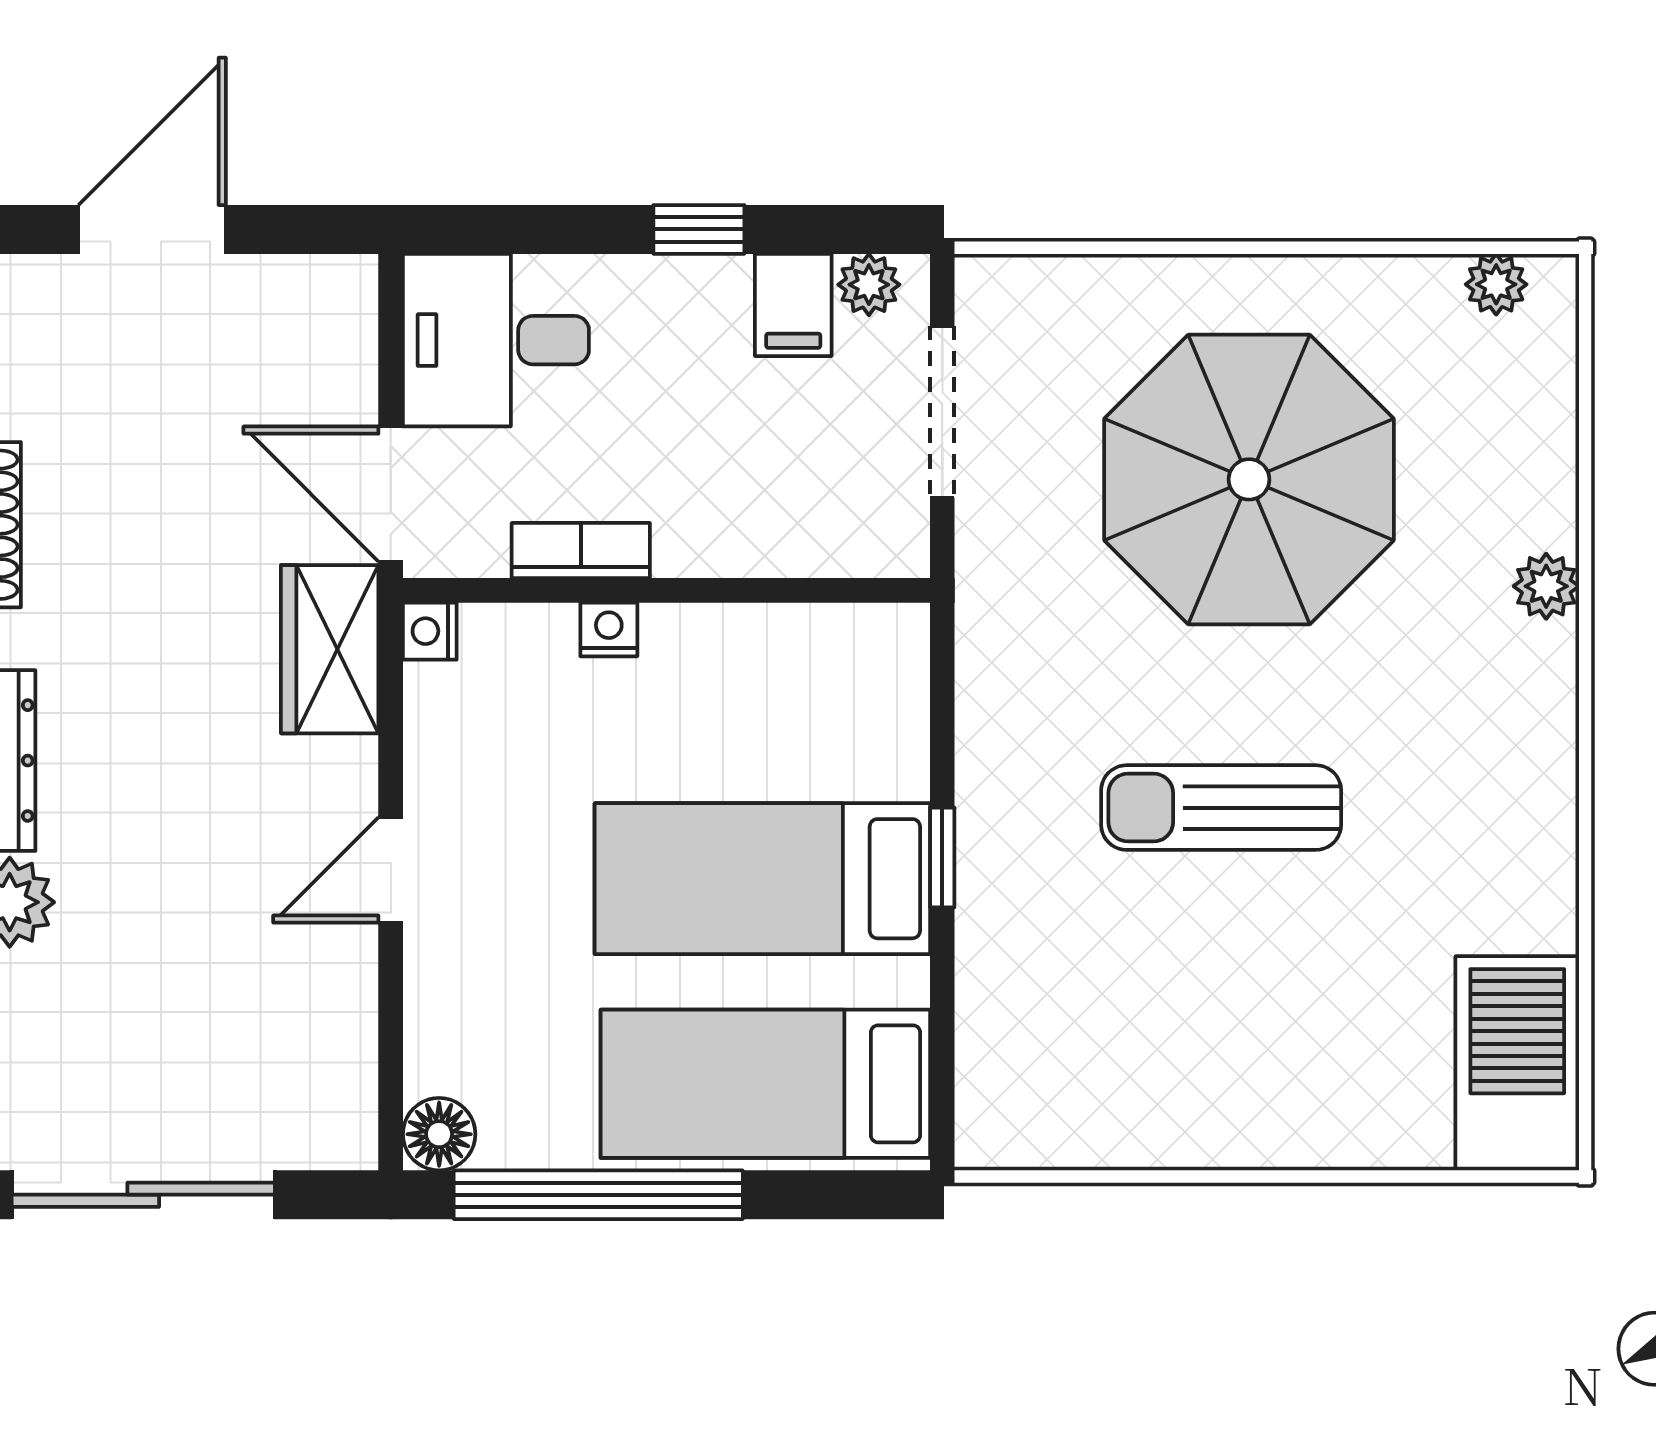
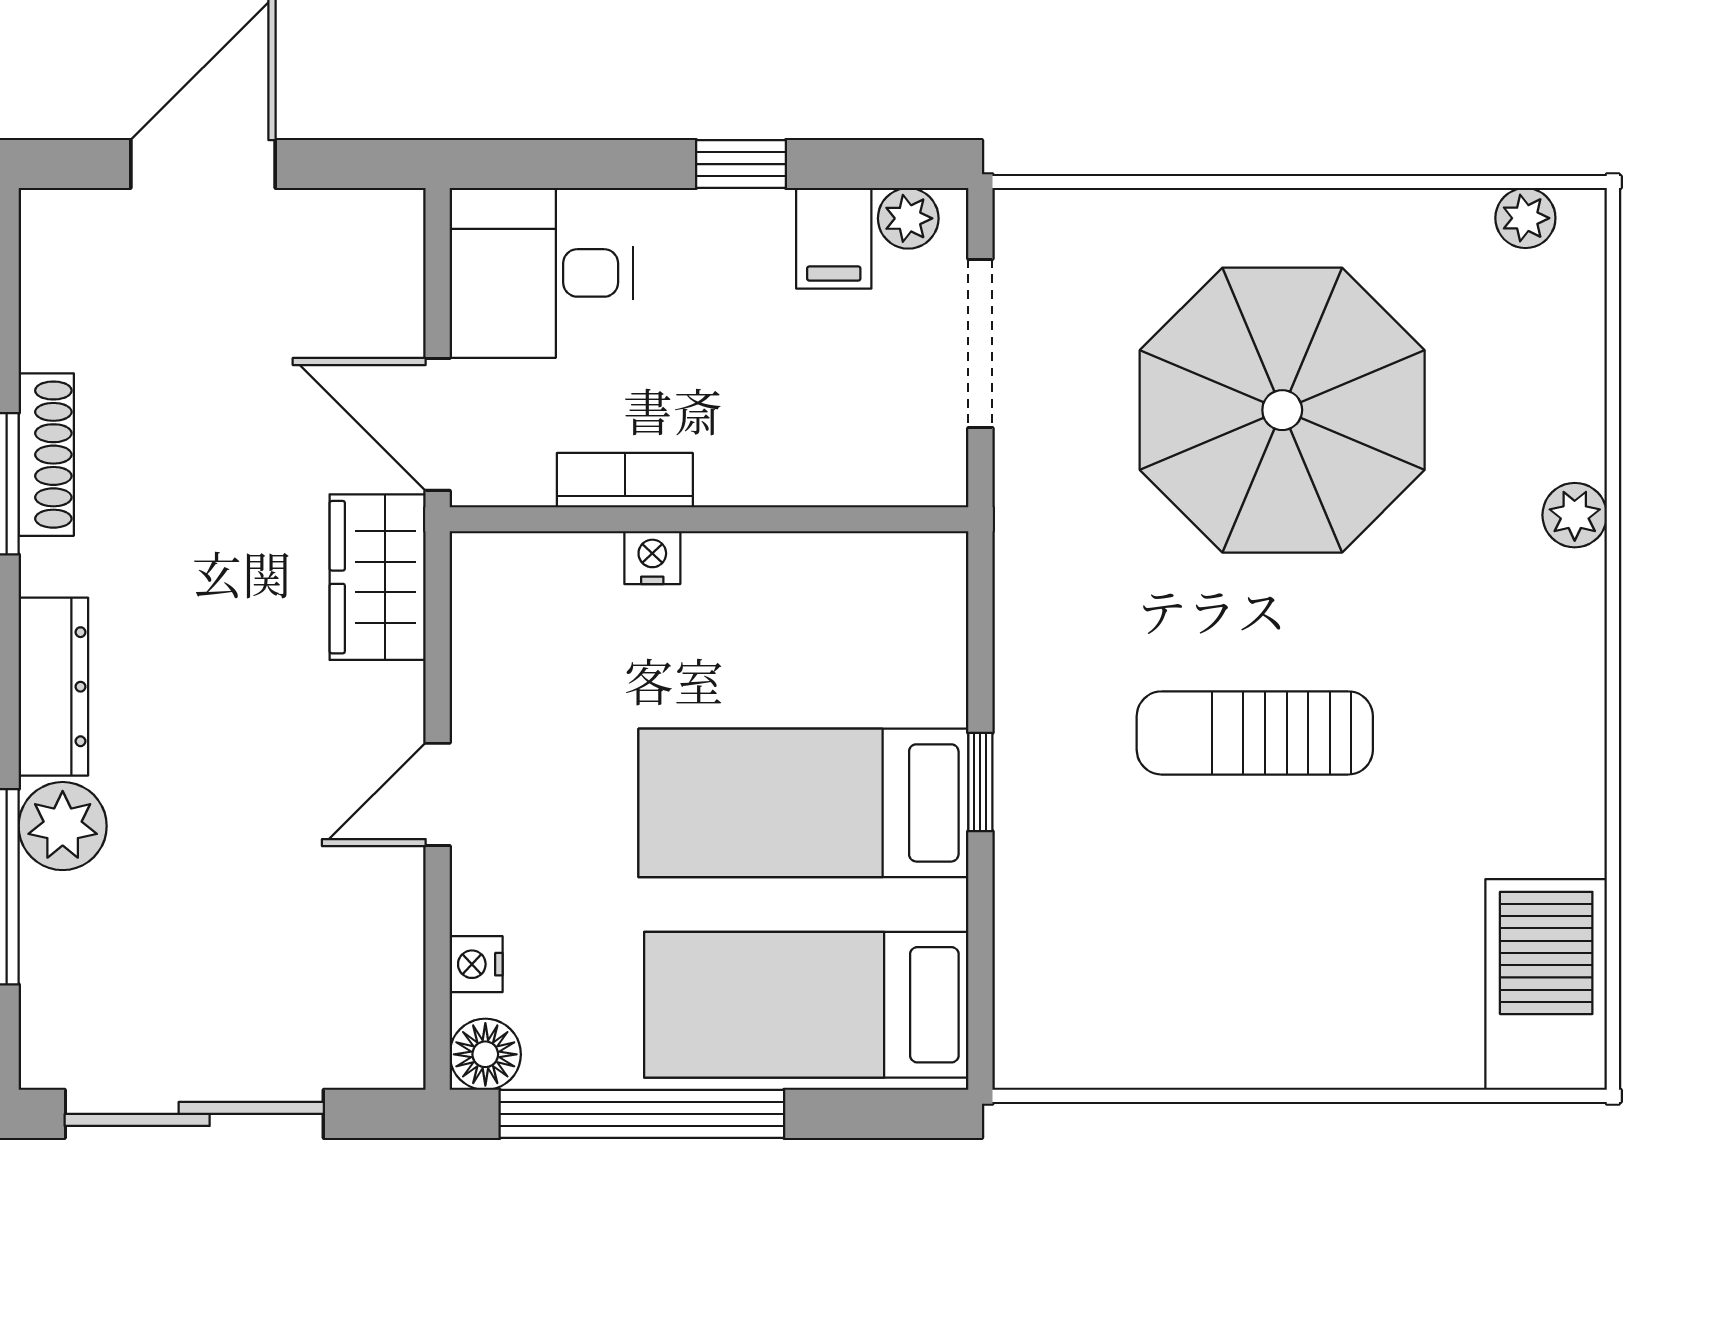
nightstand: (430, 631) -> (476, 964), moved

